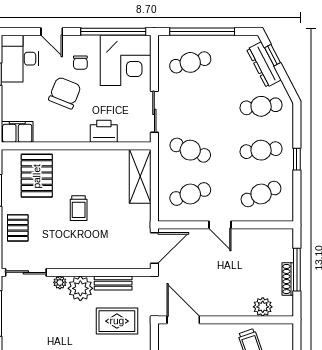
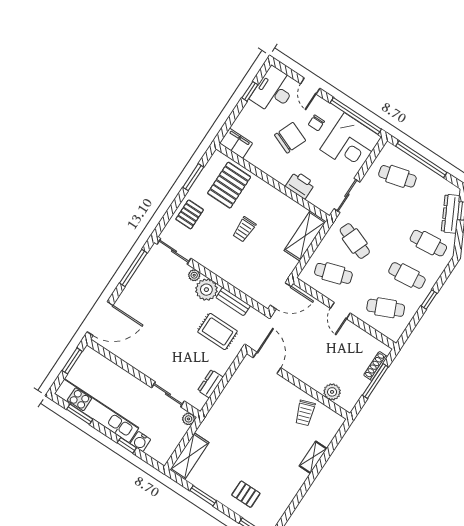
shoe rack: (288, 279) -> (376, 366), moved

